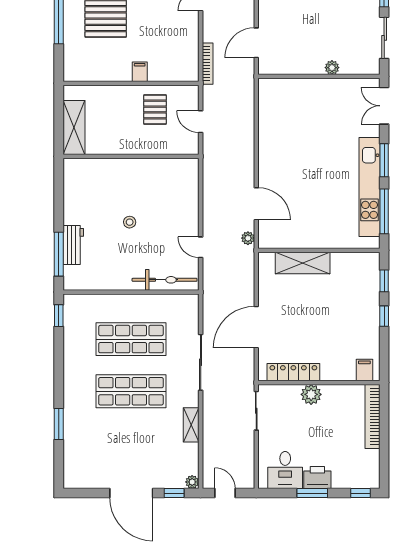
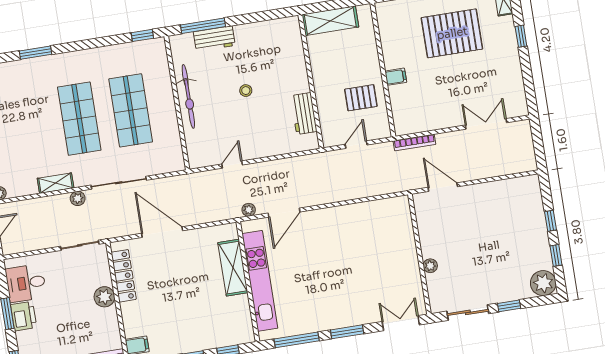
workbench: (162, 168) -> (304, 114), added
kitchen unit: (369, 187) -> (260, 281), moved, turned 90
bicycle: (165, 280) -> (188, 96), moved
plant: (210, 405) -> (78, 198), added

